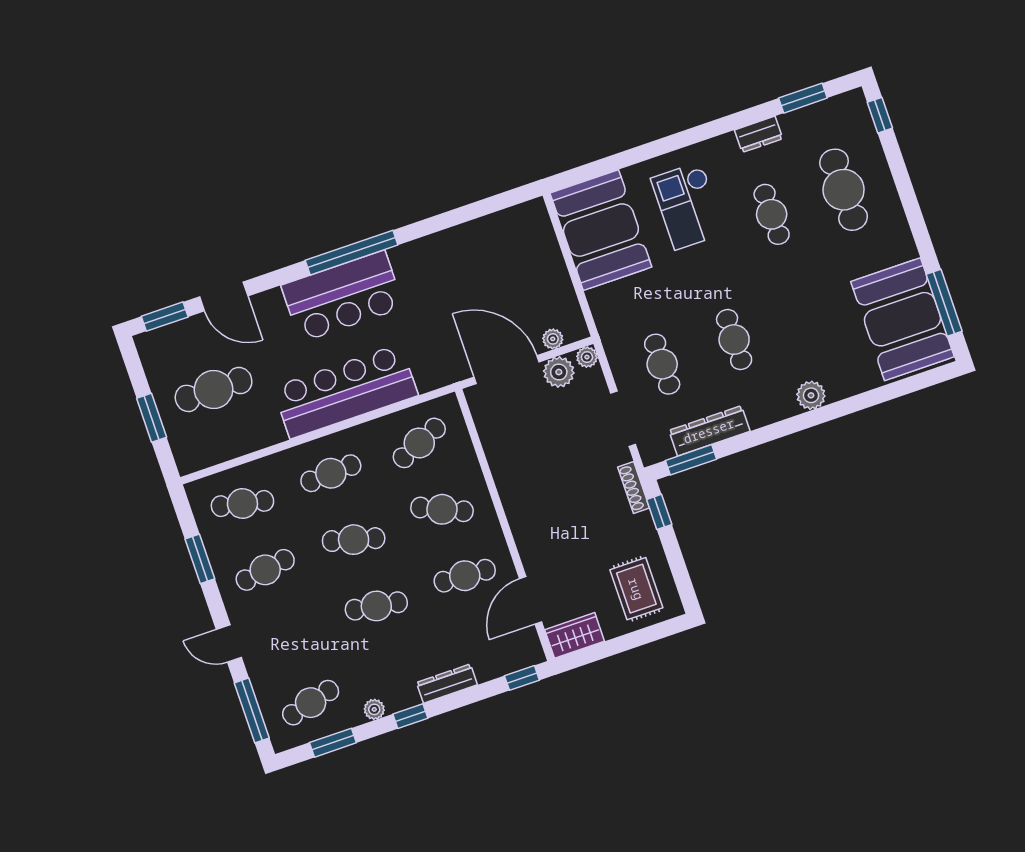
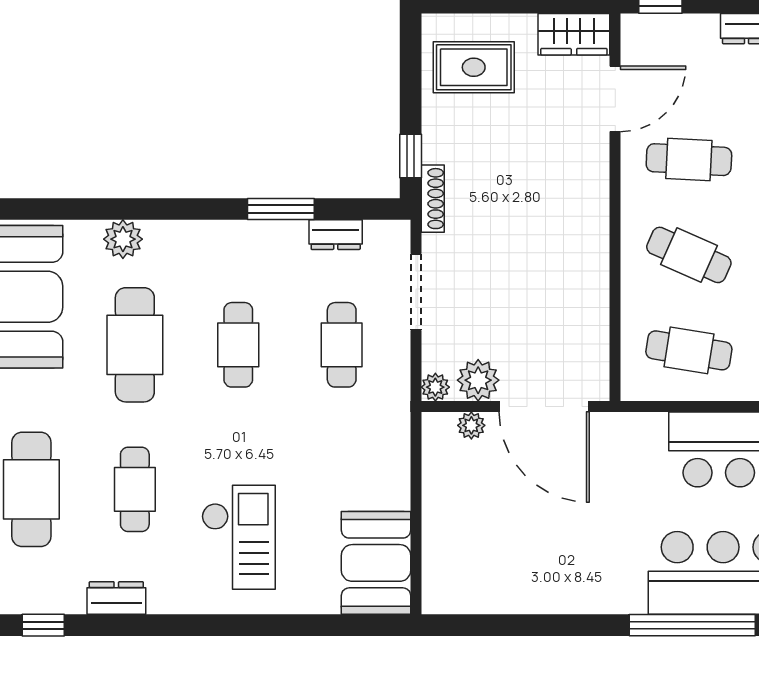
window: (803, 98) -> (43, 625), width x0.67
booth: (601, 230) -> (376, 563), width x0.73, depth x0.70
cafe table: (806, 315) -> (135, 345), added
plant: (811, 395) -> (123, 239), moved
dresser: (709, 431) -> (336, 235), width x0.51, depth x0.80
cafe table: (419, 443) -> (689, 350), turned 33
window: (691, 460) -> (281, 209), moved
rug: (636, 589) -> (474, 67), turned 90

